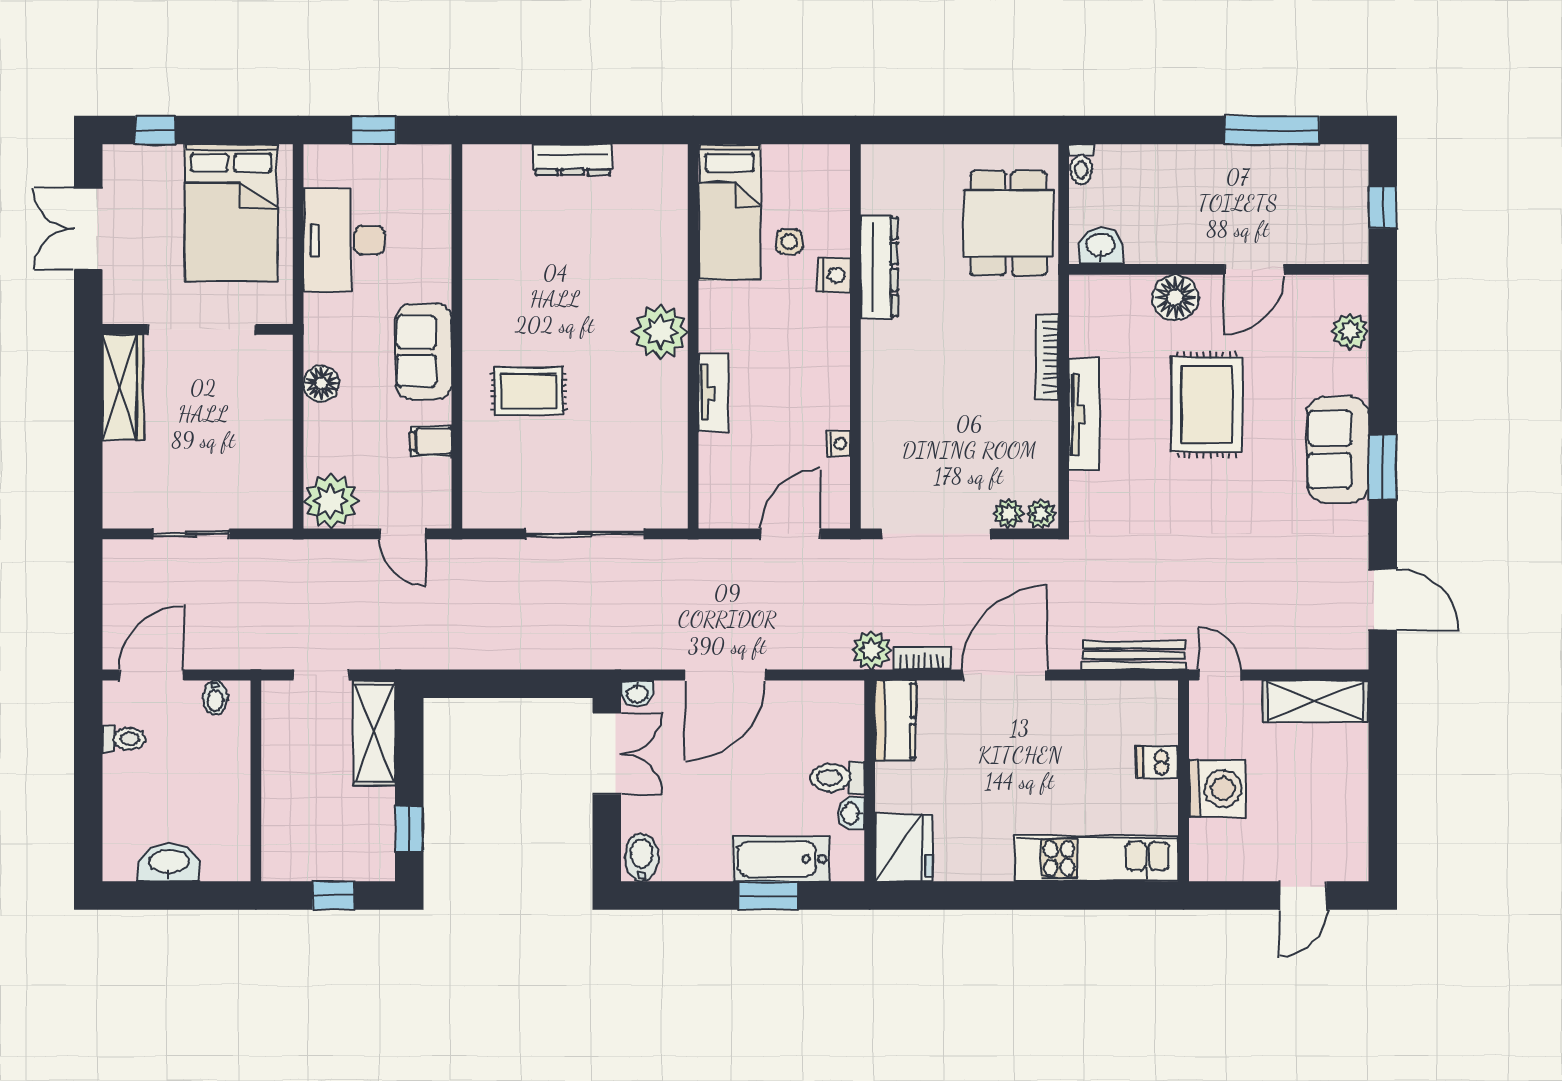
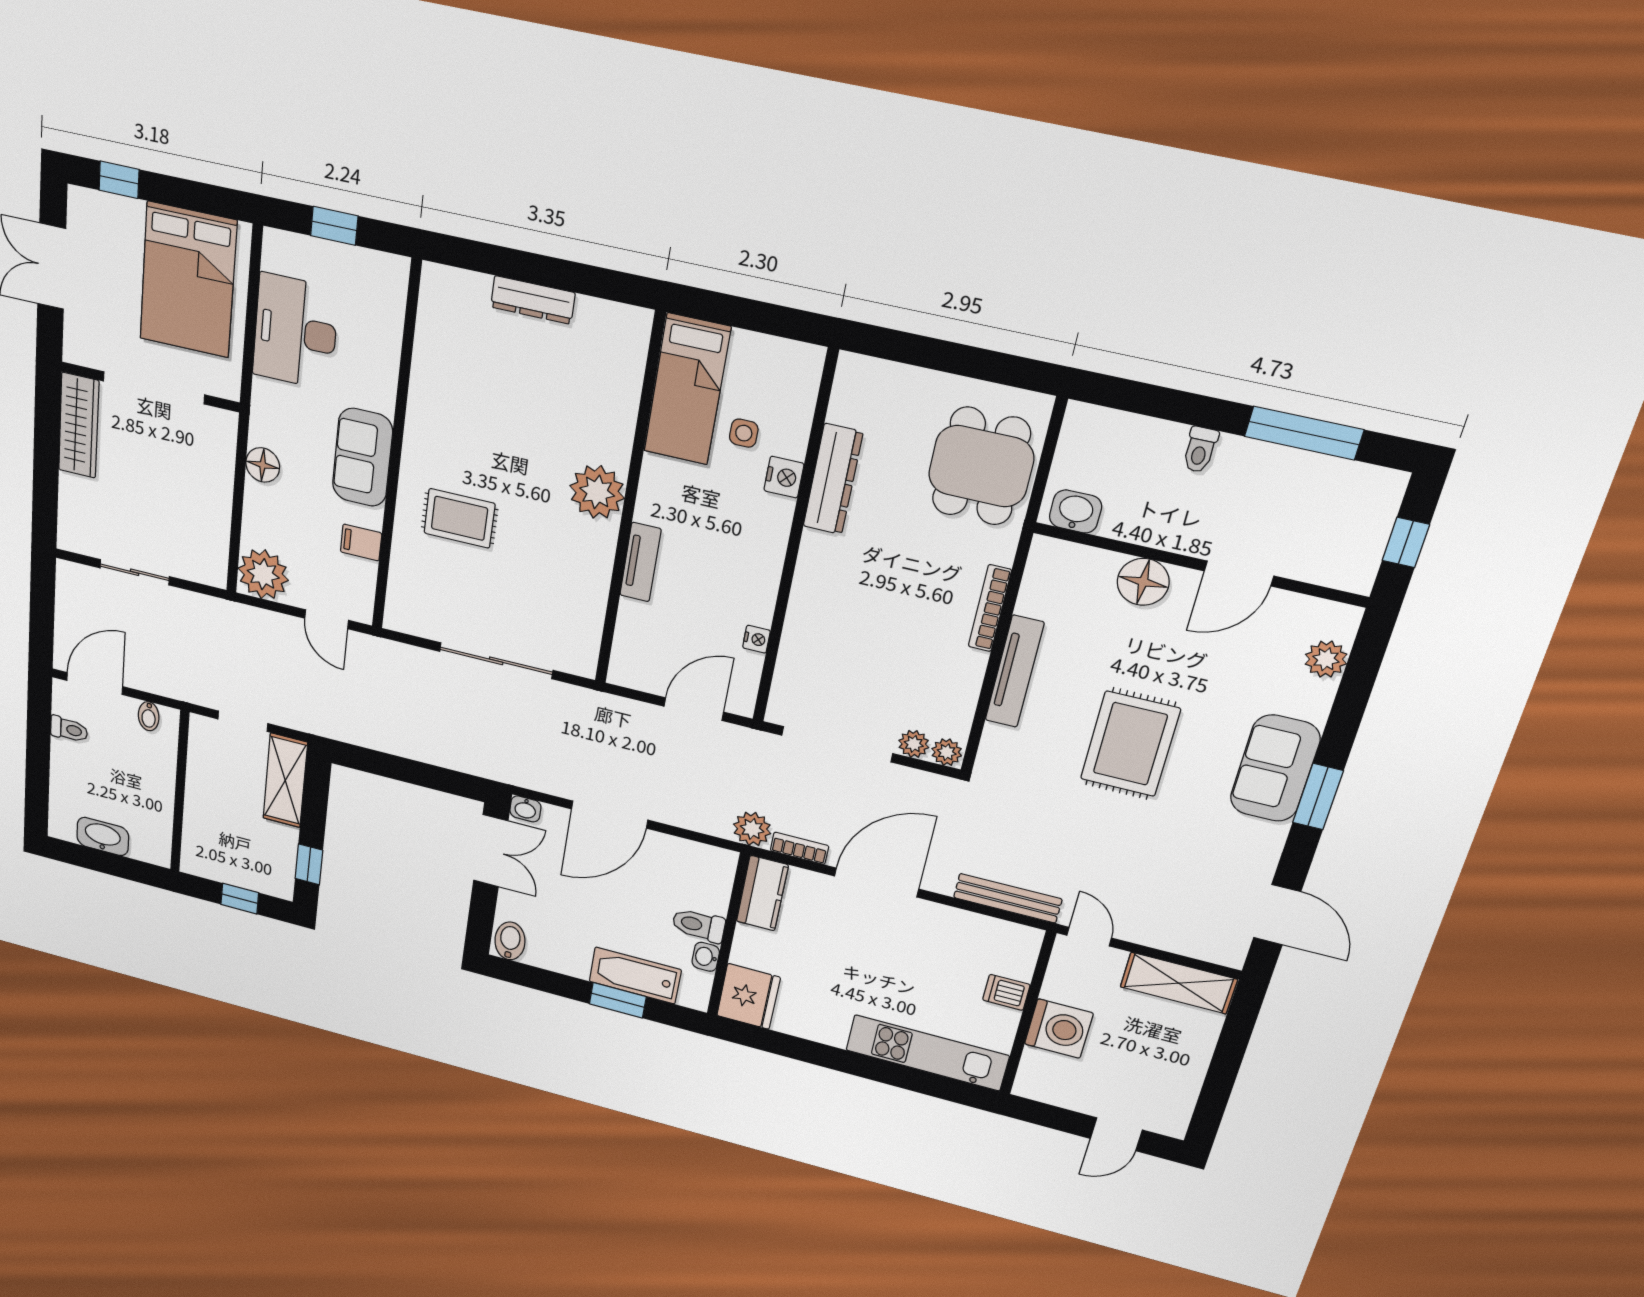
toilet: (1081, 164) -> (1200, 450), moved
rug: (1207, 404) -> (1130, 744), moved

